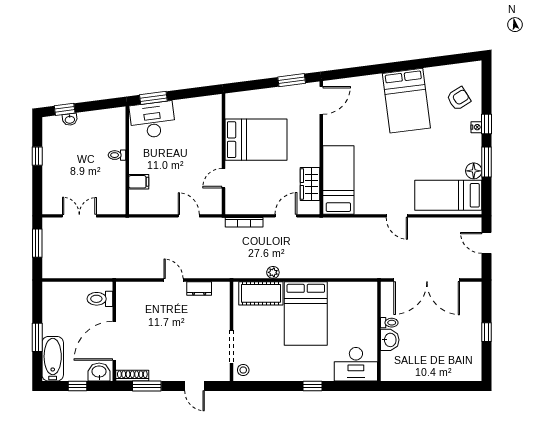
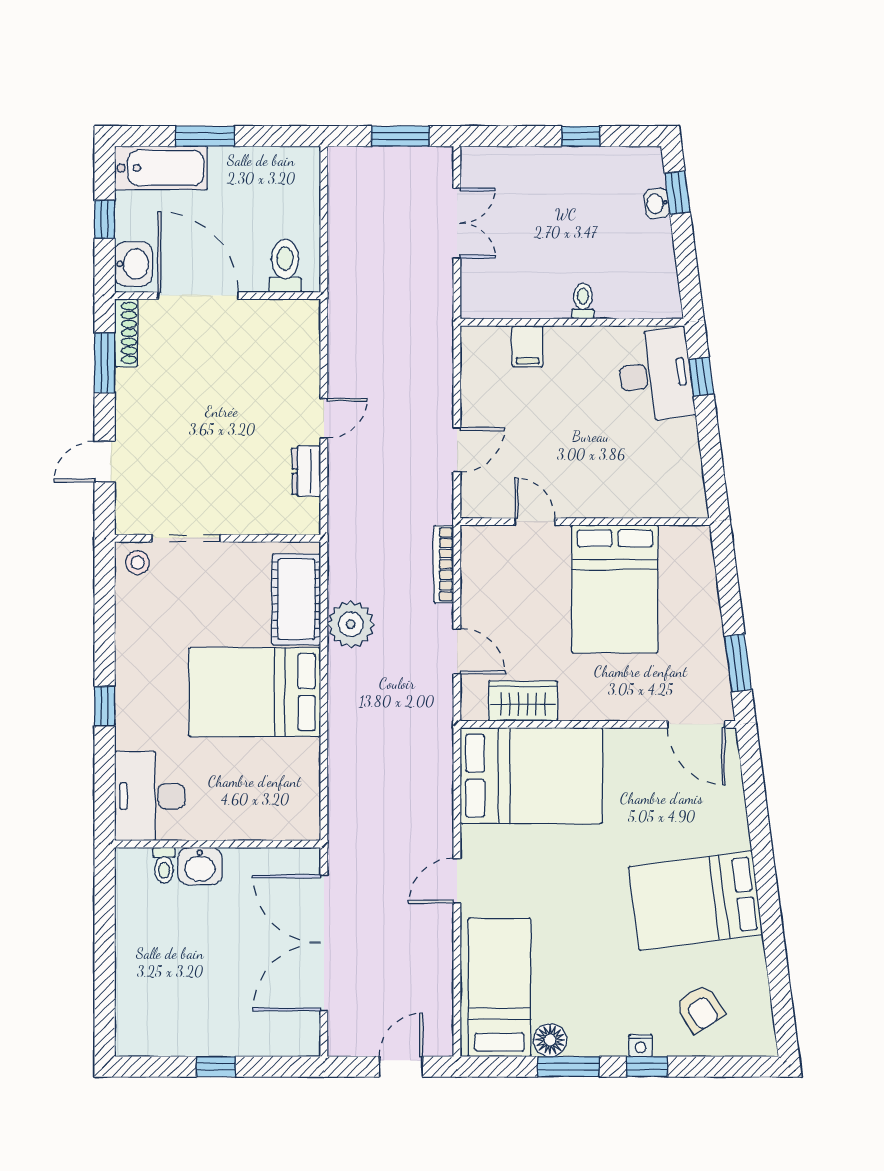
window: (153, 98) -> (701, 377), width x0.67
bed: (338, 180) -> (531, 776), width x1.50
plant: (273, 272) -> (351, 624), width x1.88, depth x1.88
toilet: (389, 323) -> (164, 865), moved

